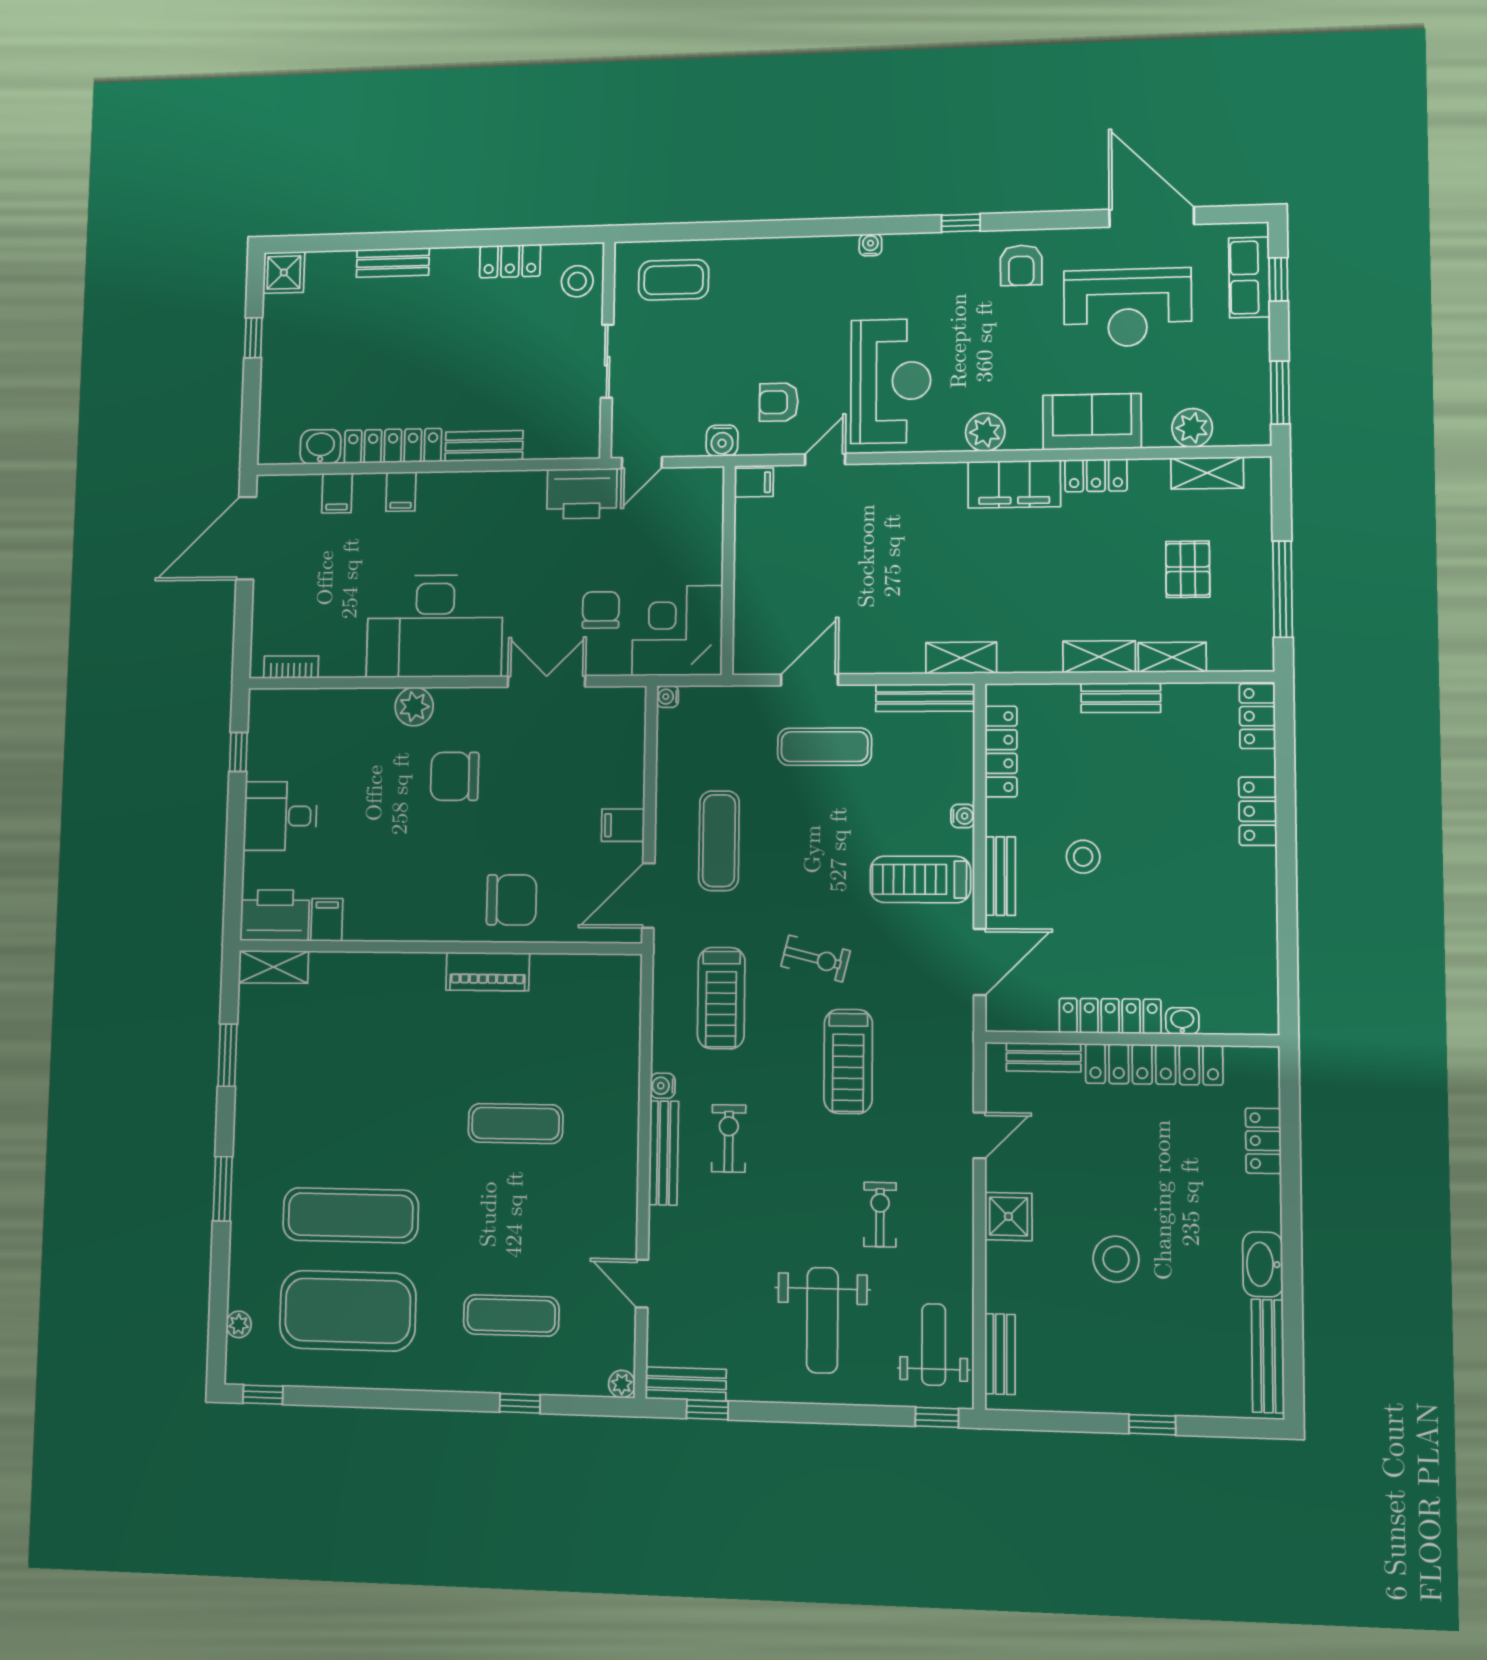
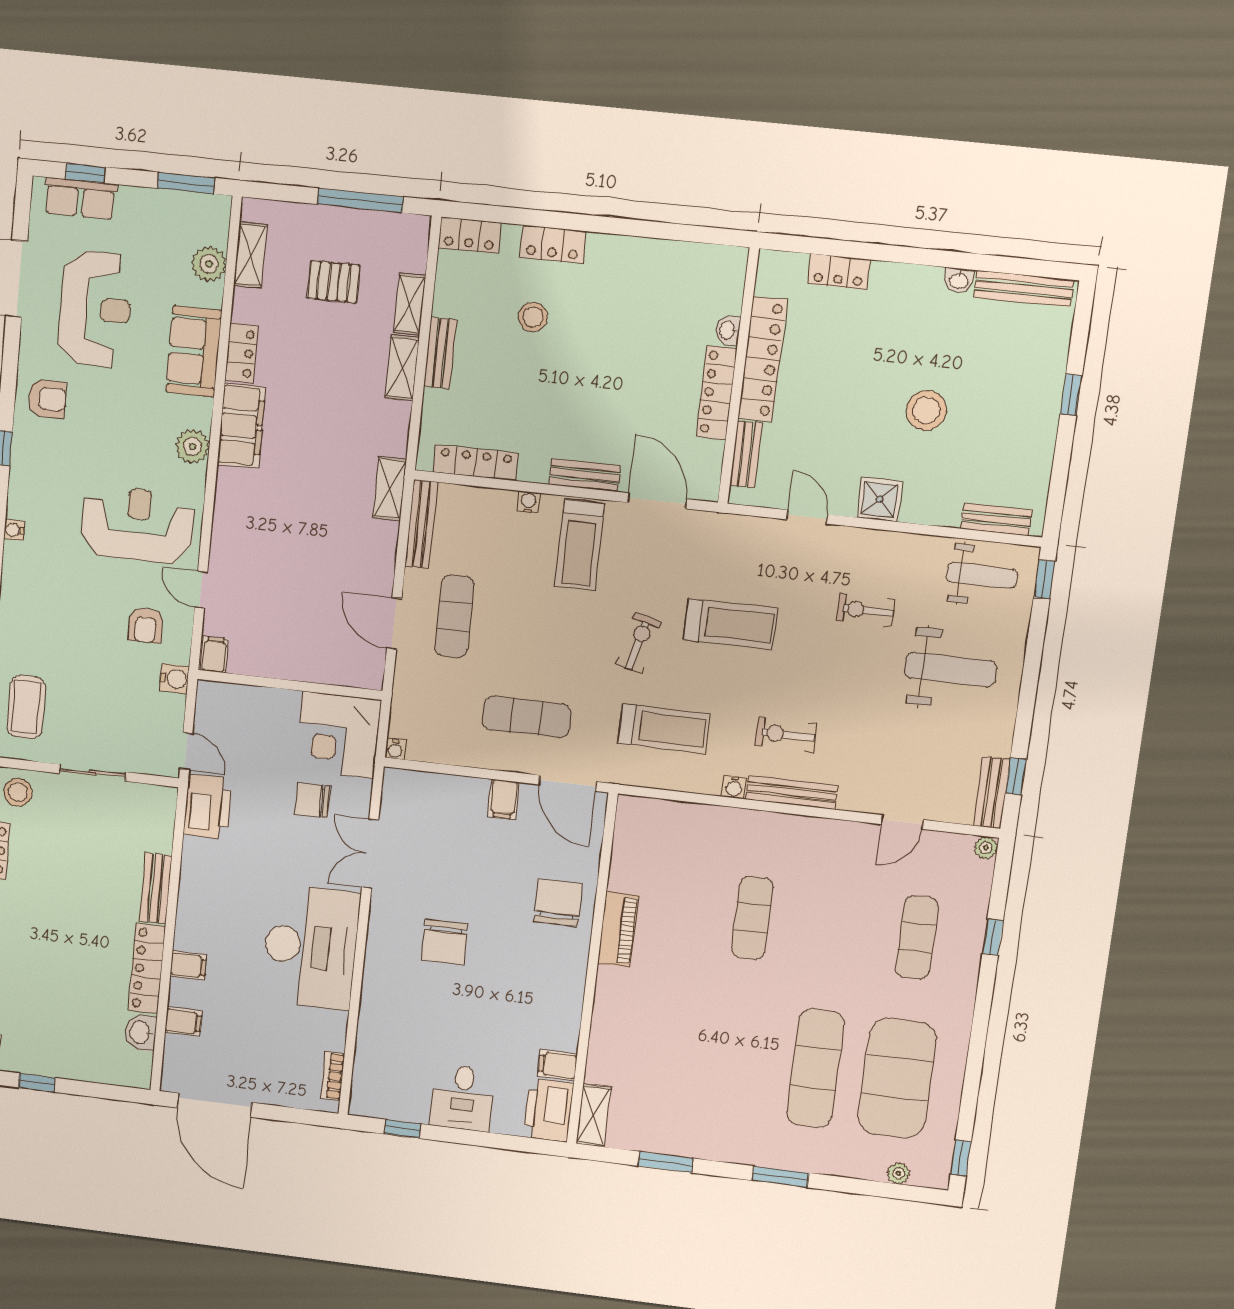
plant: (414, 707) -> (379, 972), removed
stool: (1083, 857) -> (533, 317), moved
washbasin: (1263, 1264) -> (959, 280), width x0.52, depth x0.69
weight bench: (934, 1345) -> (982, 576), turned 180

